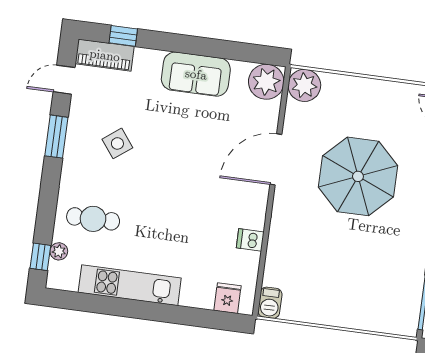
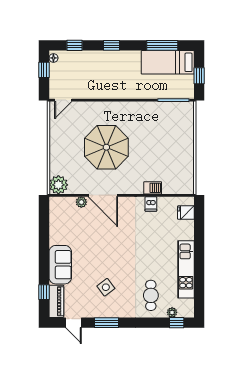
sofa: (196, 74) -> (60, 265), moved
plant: (266, 82) -> (81, 202), moved, width x0.53, depth x0.53
barbecue: (270, 303) -> (153, 188), moved

